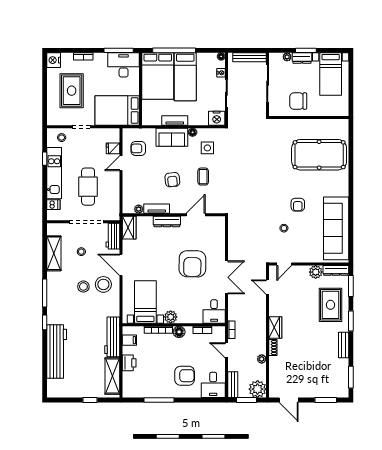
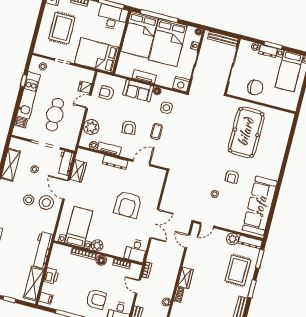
bed: (185, 77) -> (168, 42), width x1.50
chair: (298, 101) -> (255, 87), turned 180
pool table: (319, 155) -> (246, 132), moved, turned 90
plant: (131, 190) -> (91, 127), added
wardrobe: (129, 228) -> (78, 171), moved
filing cabinet: (129, 340) -> (46, 298), moved

